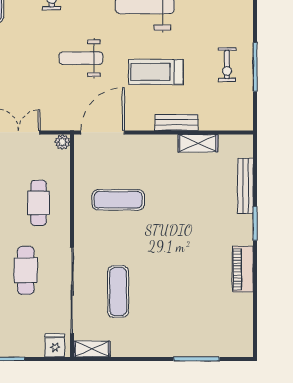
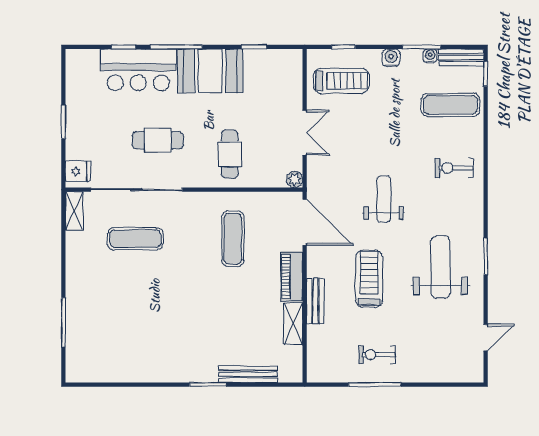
cafe table: (39, 203) -> (230, 154), turned 90
piano: (243, 269) -> (292, 277), moved, turned -90

